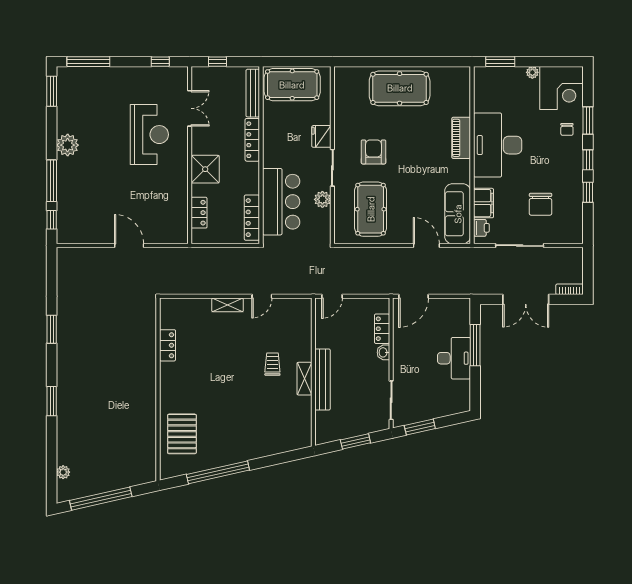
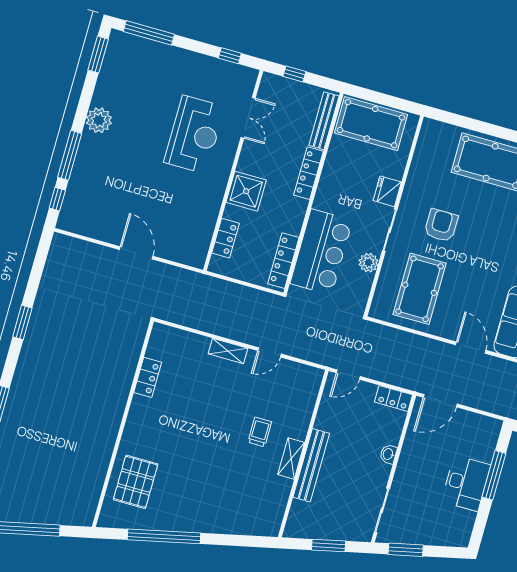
locker: (382, 329) -> (394, 398), moved, turned -90

